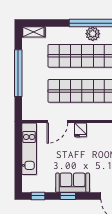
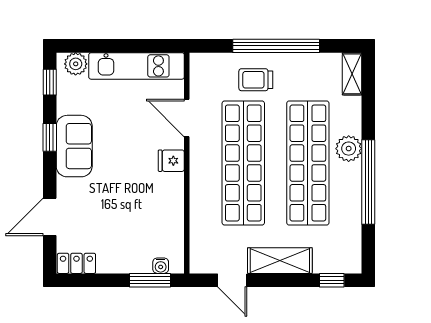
plant: (93, 34) -> (349, 149), moved
trolley: (37, 84) -> (256, 80), added
plant: (28, 182) -> (76, 64), added

